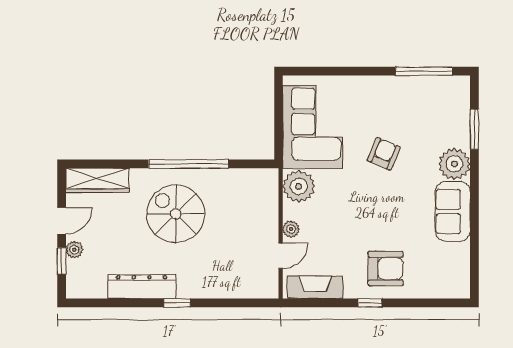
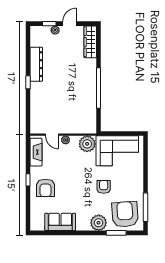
armchair: (438, 112) -> (125, 214), added
armchair: (384, 154) -> (104, 187), turned -113
sofa: (453, 211) -> (60, 222), moved
spiral stairs: (176, 214) -> (73, 82), removed
door: (62, 221) -> (70, 24), swing flipped

